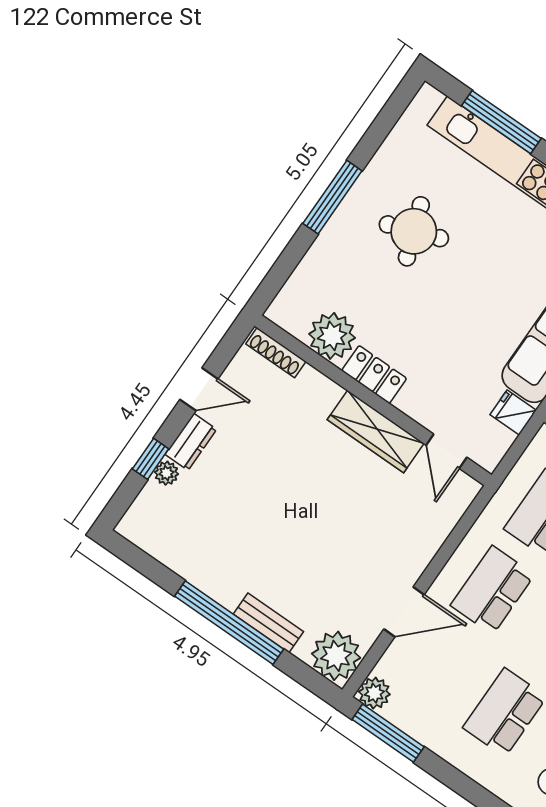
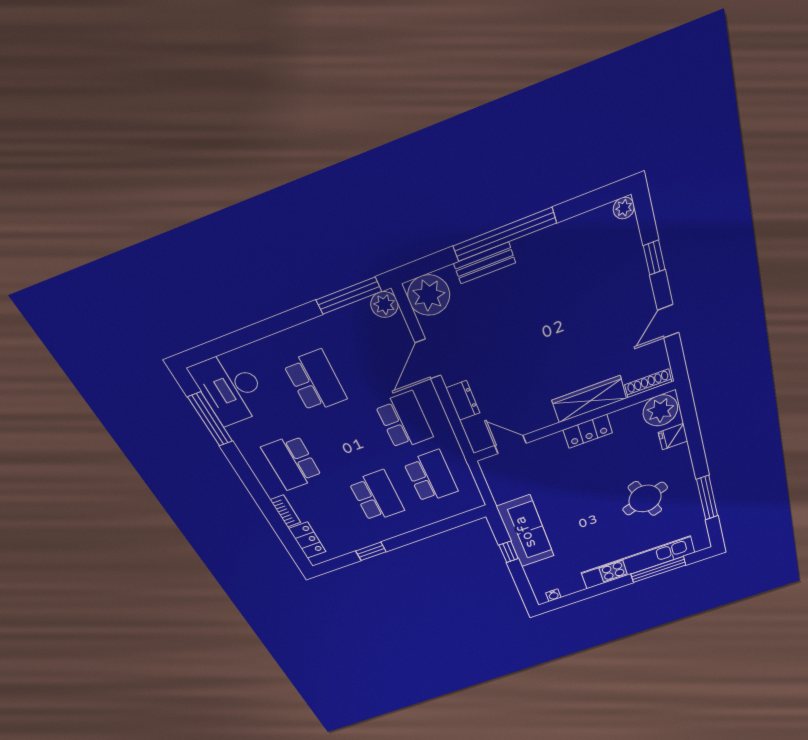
window: (332, 197) -> (707, 498), moved
plant: (332, 336) -> (660, 410), moved
fridge: (513, 412) -> (673, 437), moved, turned 180
wardrobe: (376, 432) -> (589, 399), moved
dresser: (191, 442) -> (463, 400), moved, turned 180
plant: (166, 473) -> (624, 208), moved

